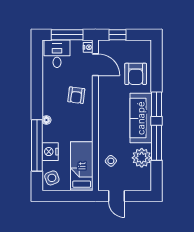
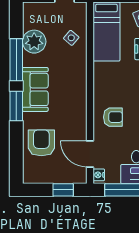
armchair: (76, 95) -> (113, 117), turned 83
sofa: (141, 118) -> (35, 89), width x0.73

